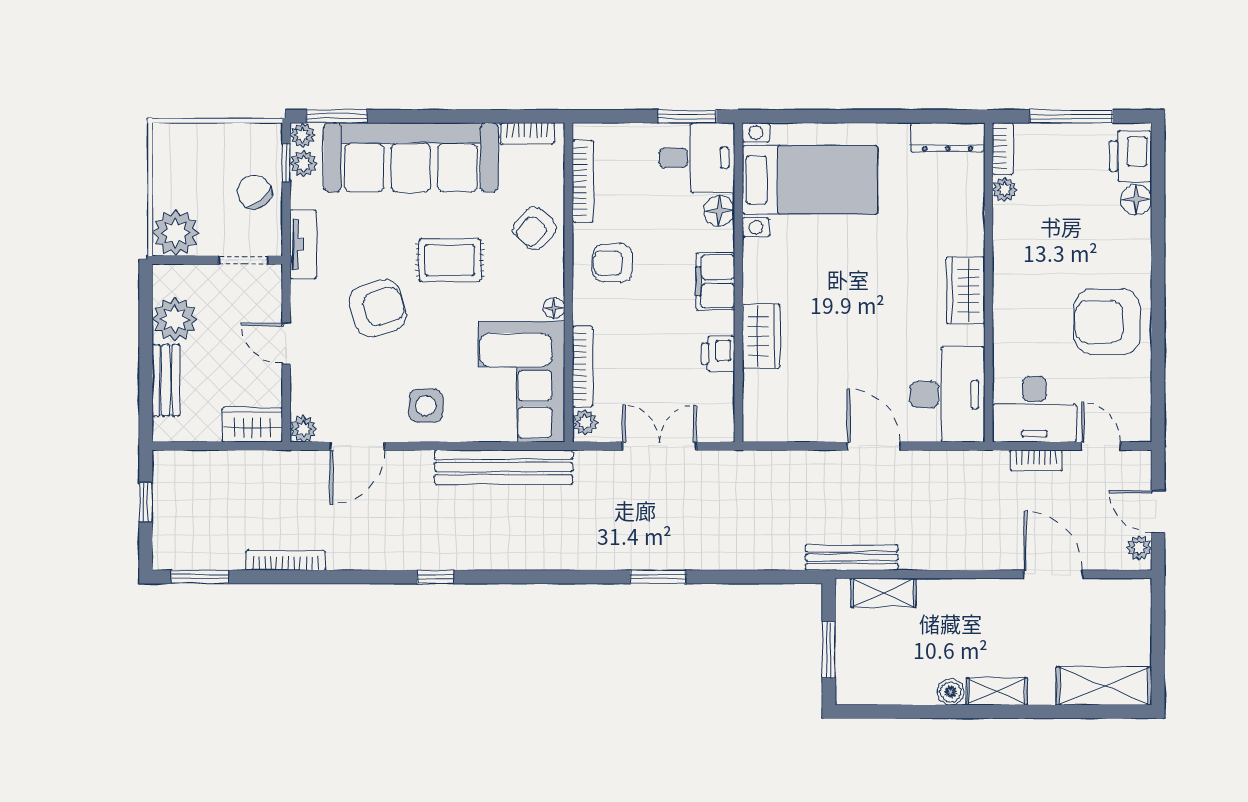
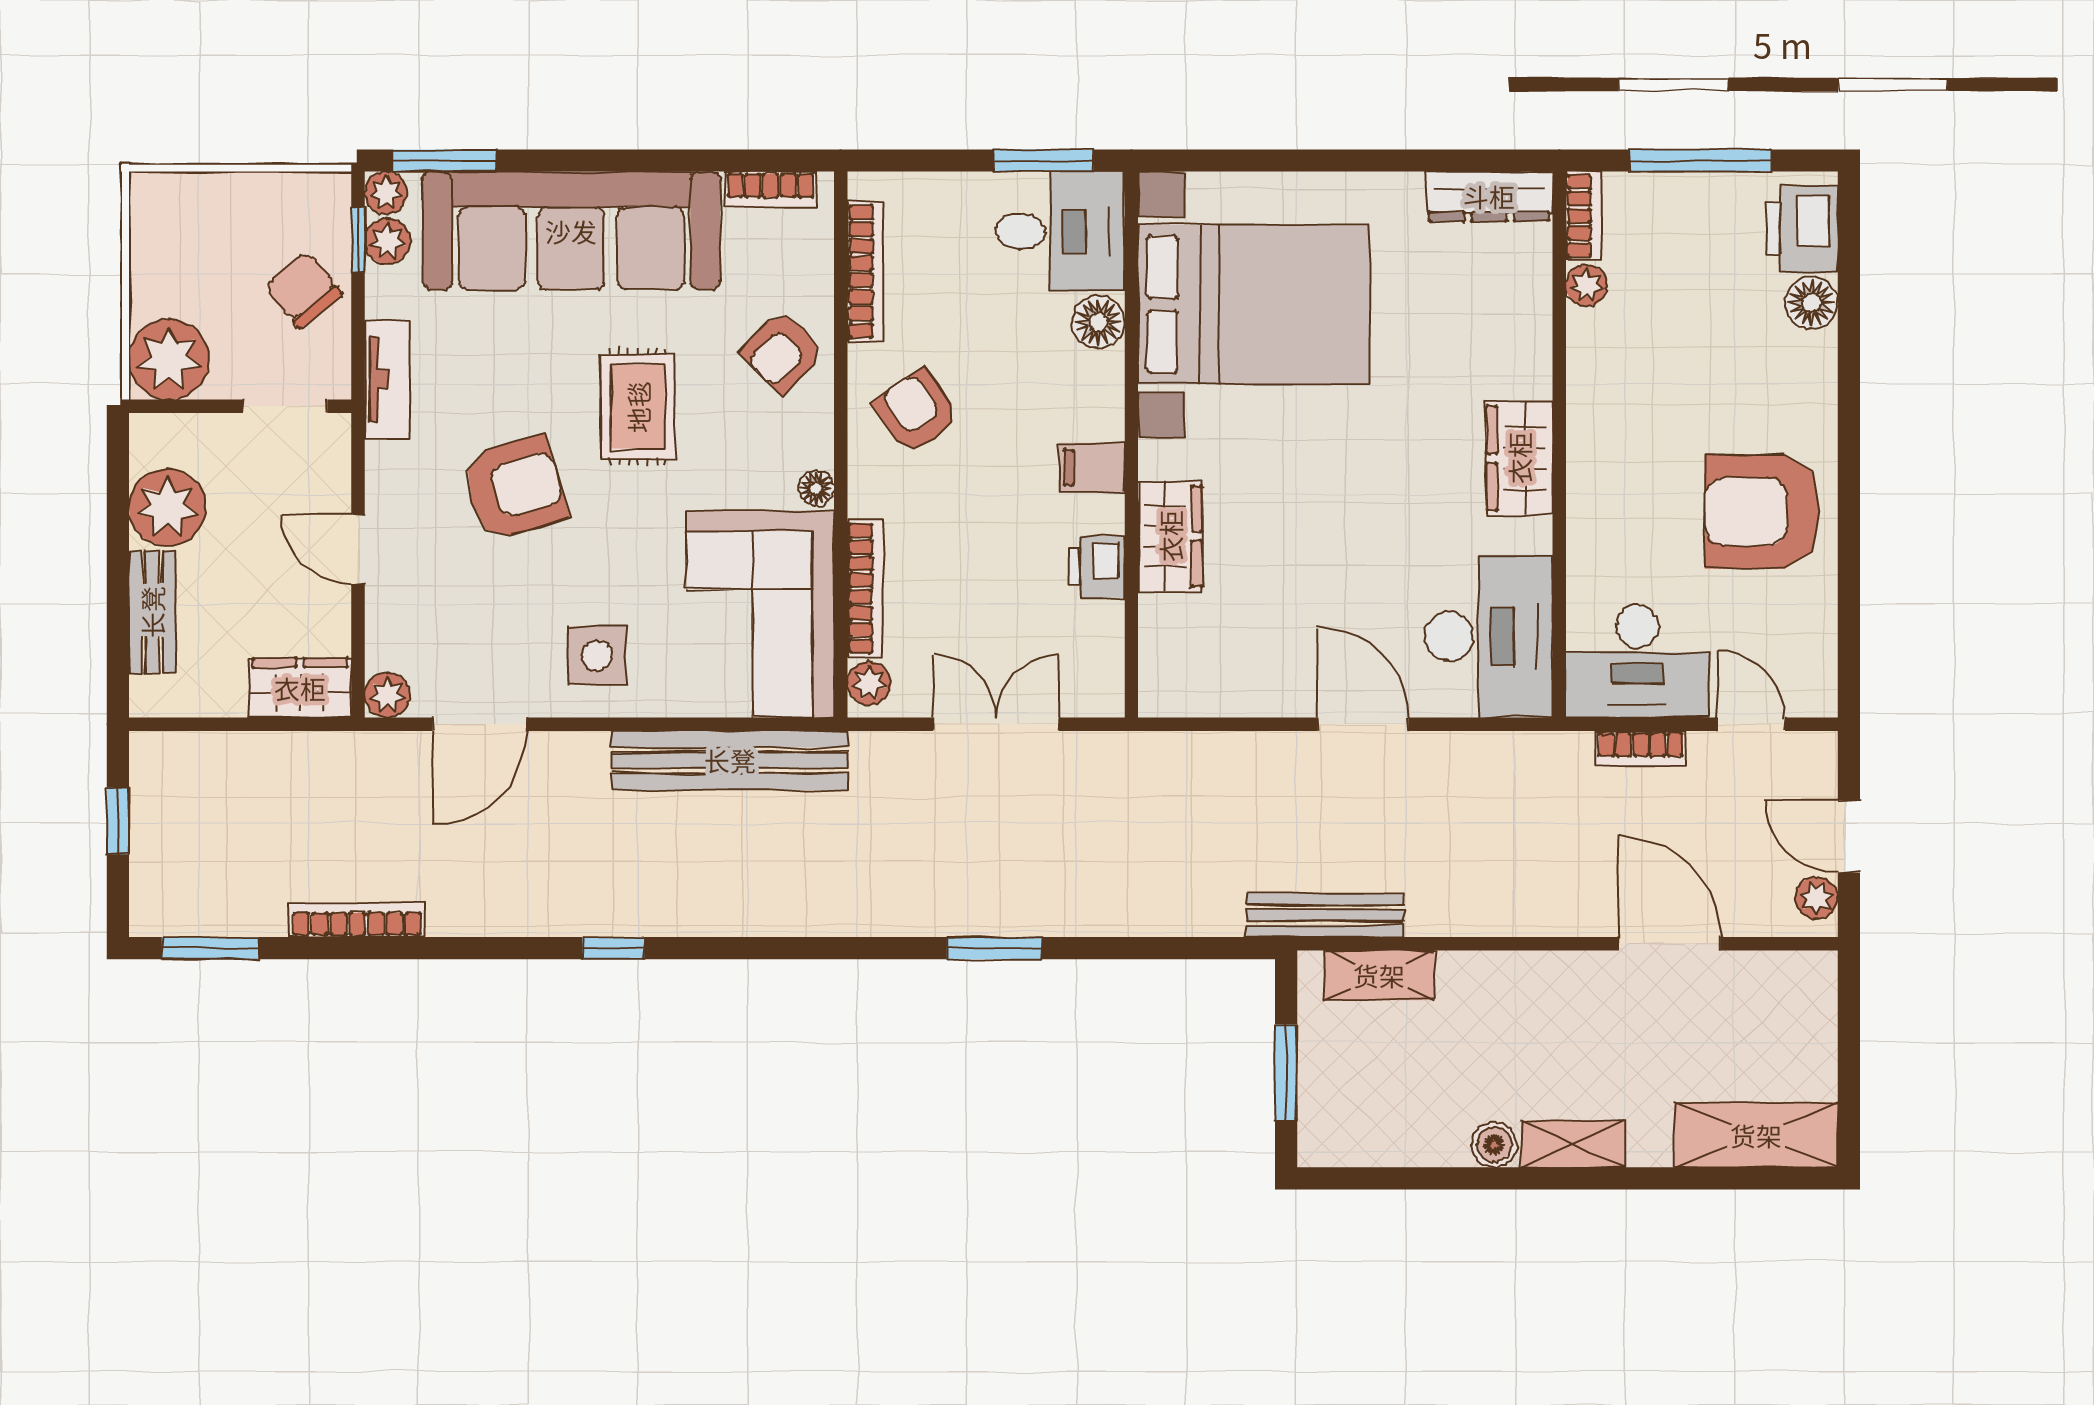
bed with nightstands: (810, 180) -> (1254, 305), width x1.36
rug: (450, 260) -> (638, 407), turned 90
armchair: (613, 263) -> (916, 411), turned 55
filing cabinet: (715, 281) -> (1092, 467), width x0.50

